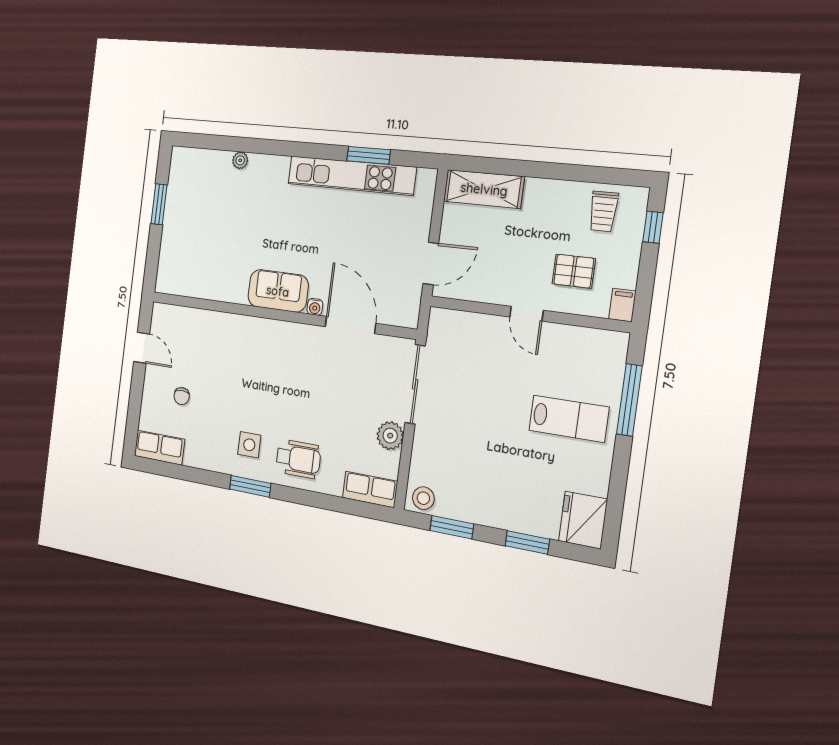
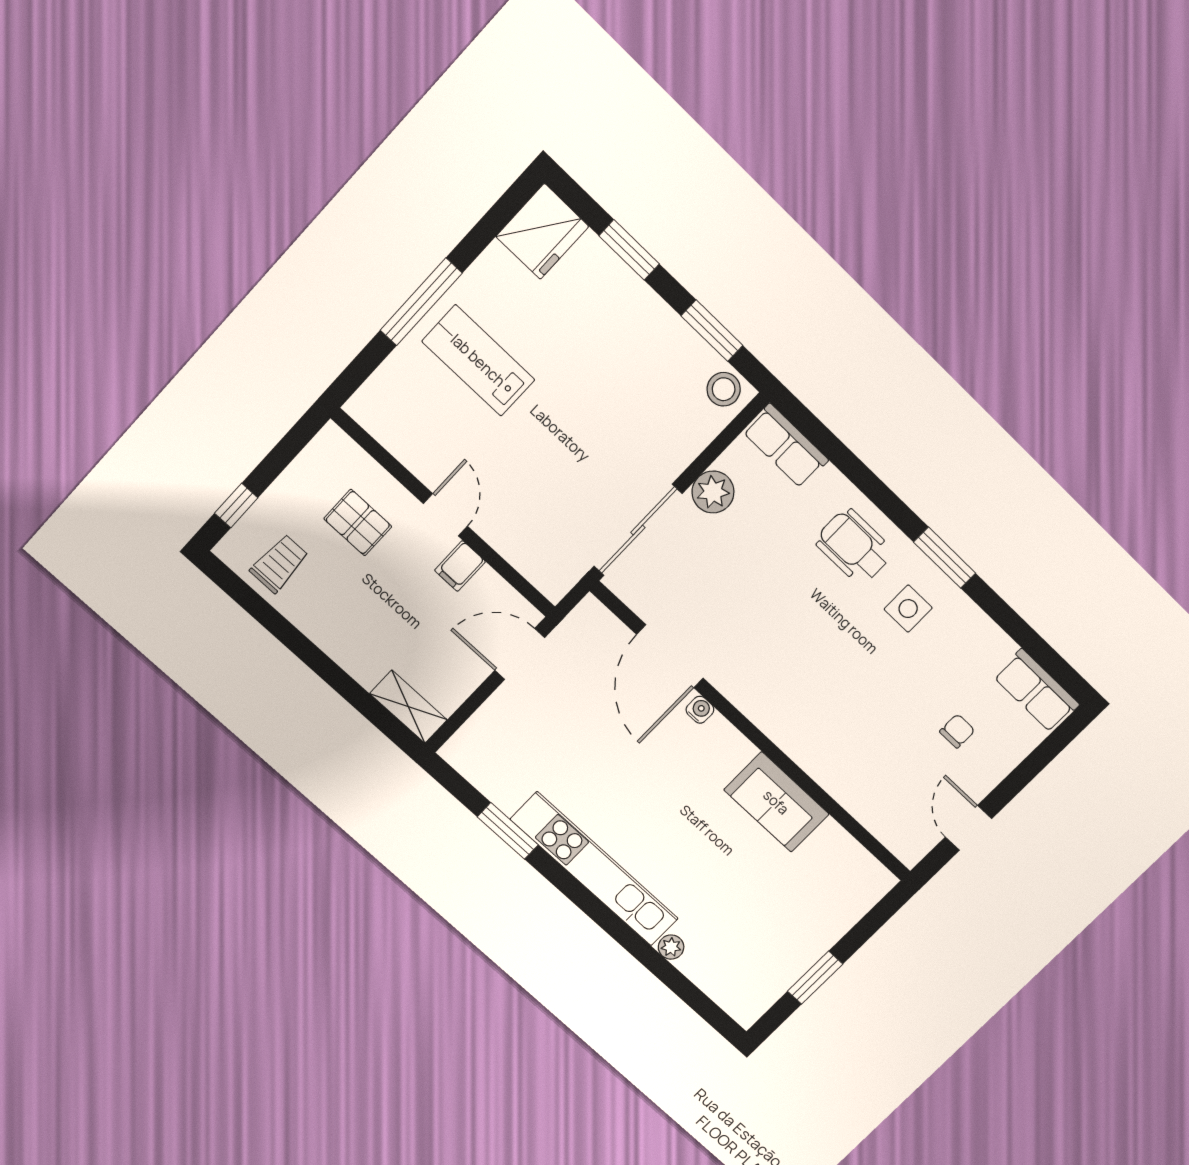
kitchen unit: (351, 175) -> (595, 869), moved
shelving: (484, 189) -> (408, 707), width x0.67, depth x0.75
sofa: (278, 291) -> (776, 802), moved
filing cabinet: (622, 305) -> (460, 566), moved
window: (629, 400) -> (421, 302), moved

